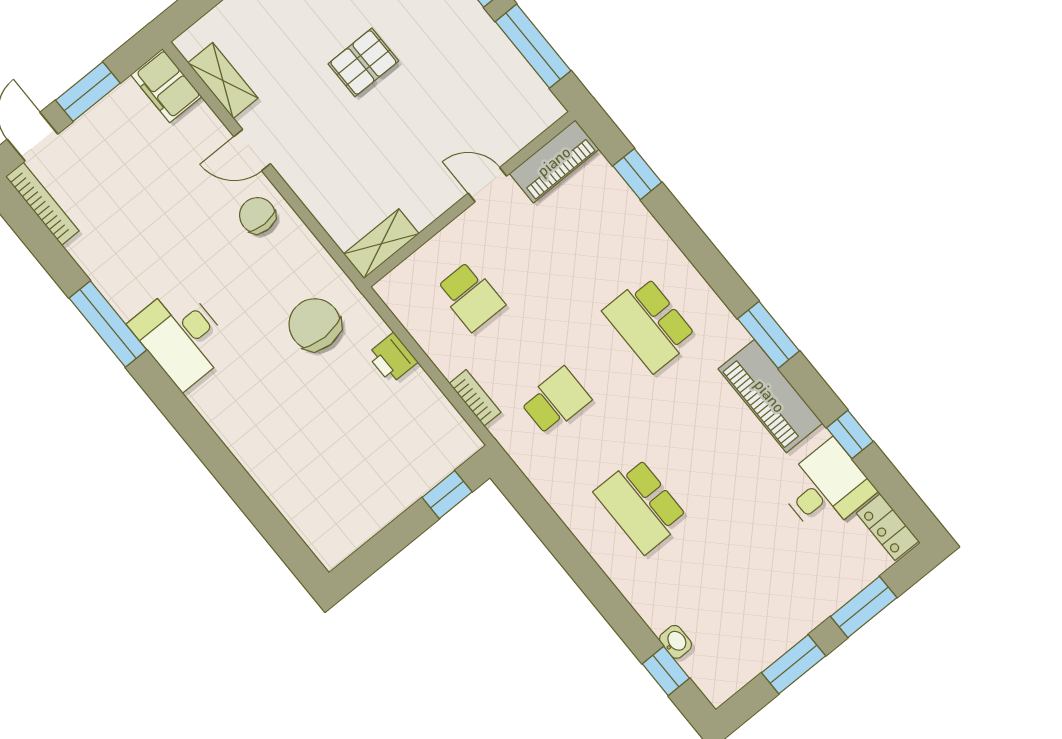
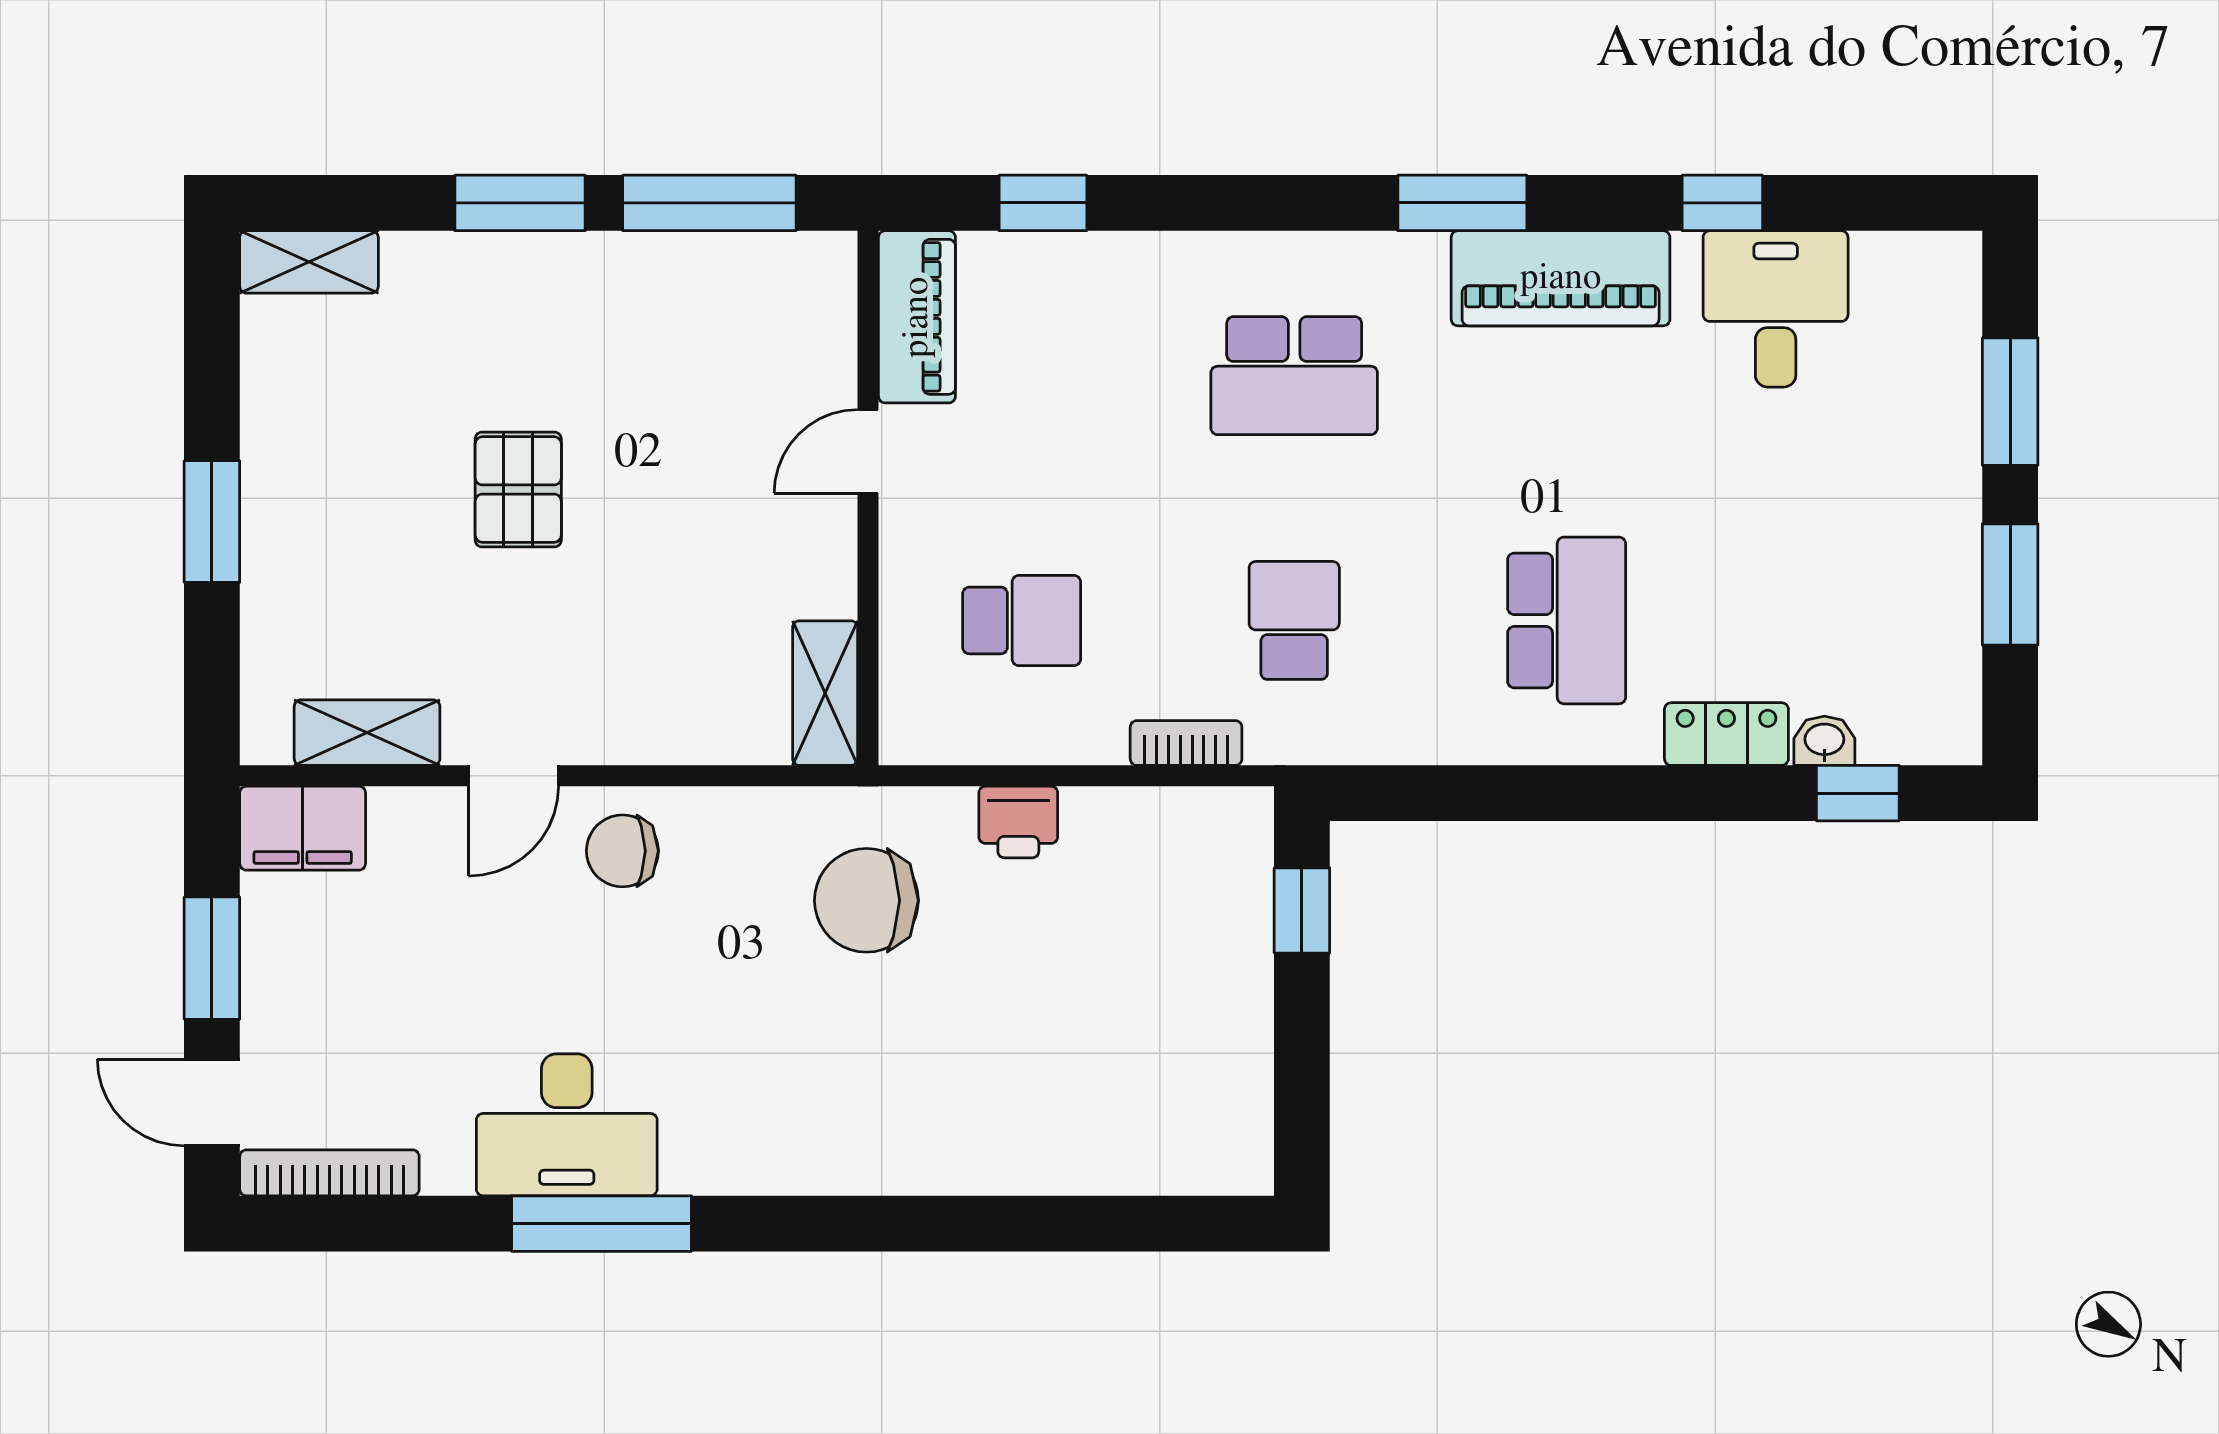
desk: (181, 337) -> (567, 1125), moved
school desk: (641, 505) -> (1567, 620), turned -90
locker: (888, 527) -> (1726, 734), moved, turned 180

